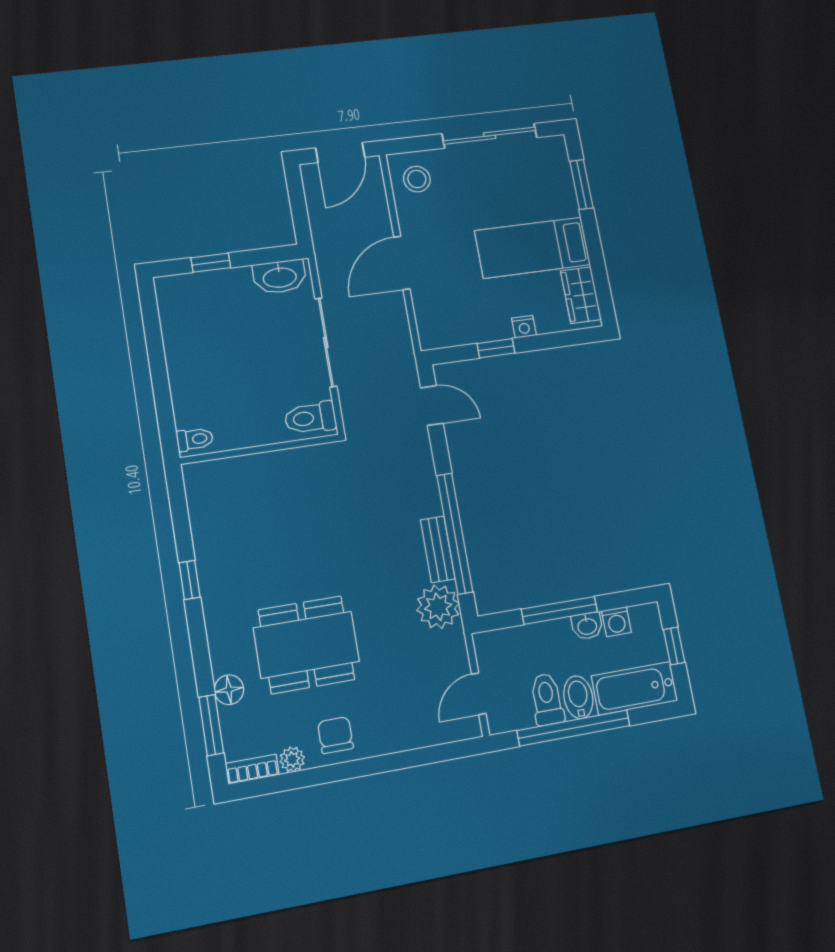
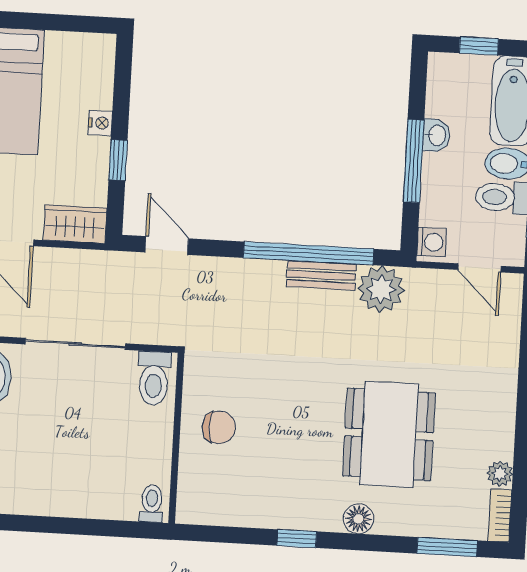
wardrobe: (581, 295) -> (75, 224), moved, turned 180
door: (432, 406) -> (167, 245), hinge flipped
washing machine: (616, 622) -> (431, 242), moved
floor lamp: (229, 690) -> (358, 519), moved
chair: (335, 735) -> (219, 427), moved, turned 180

